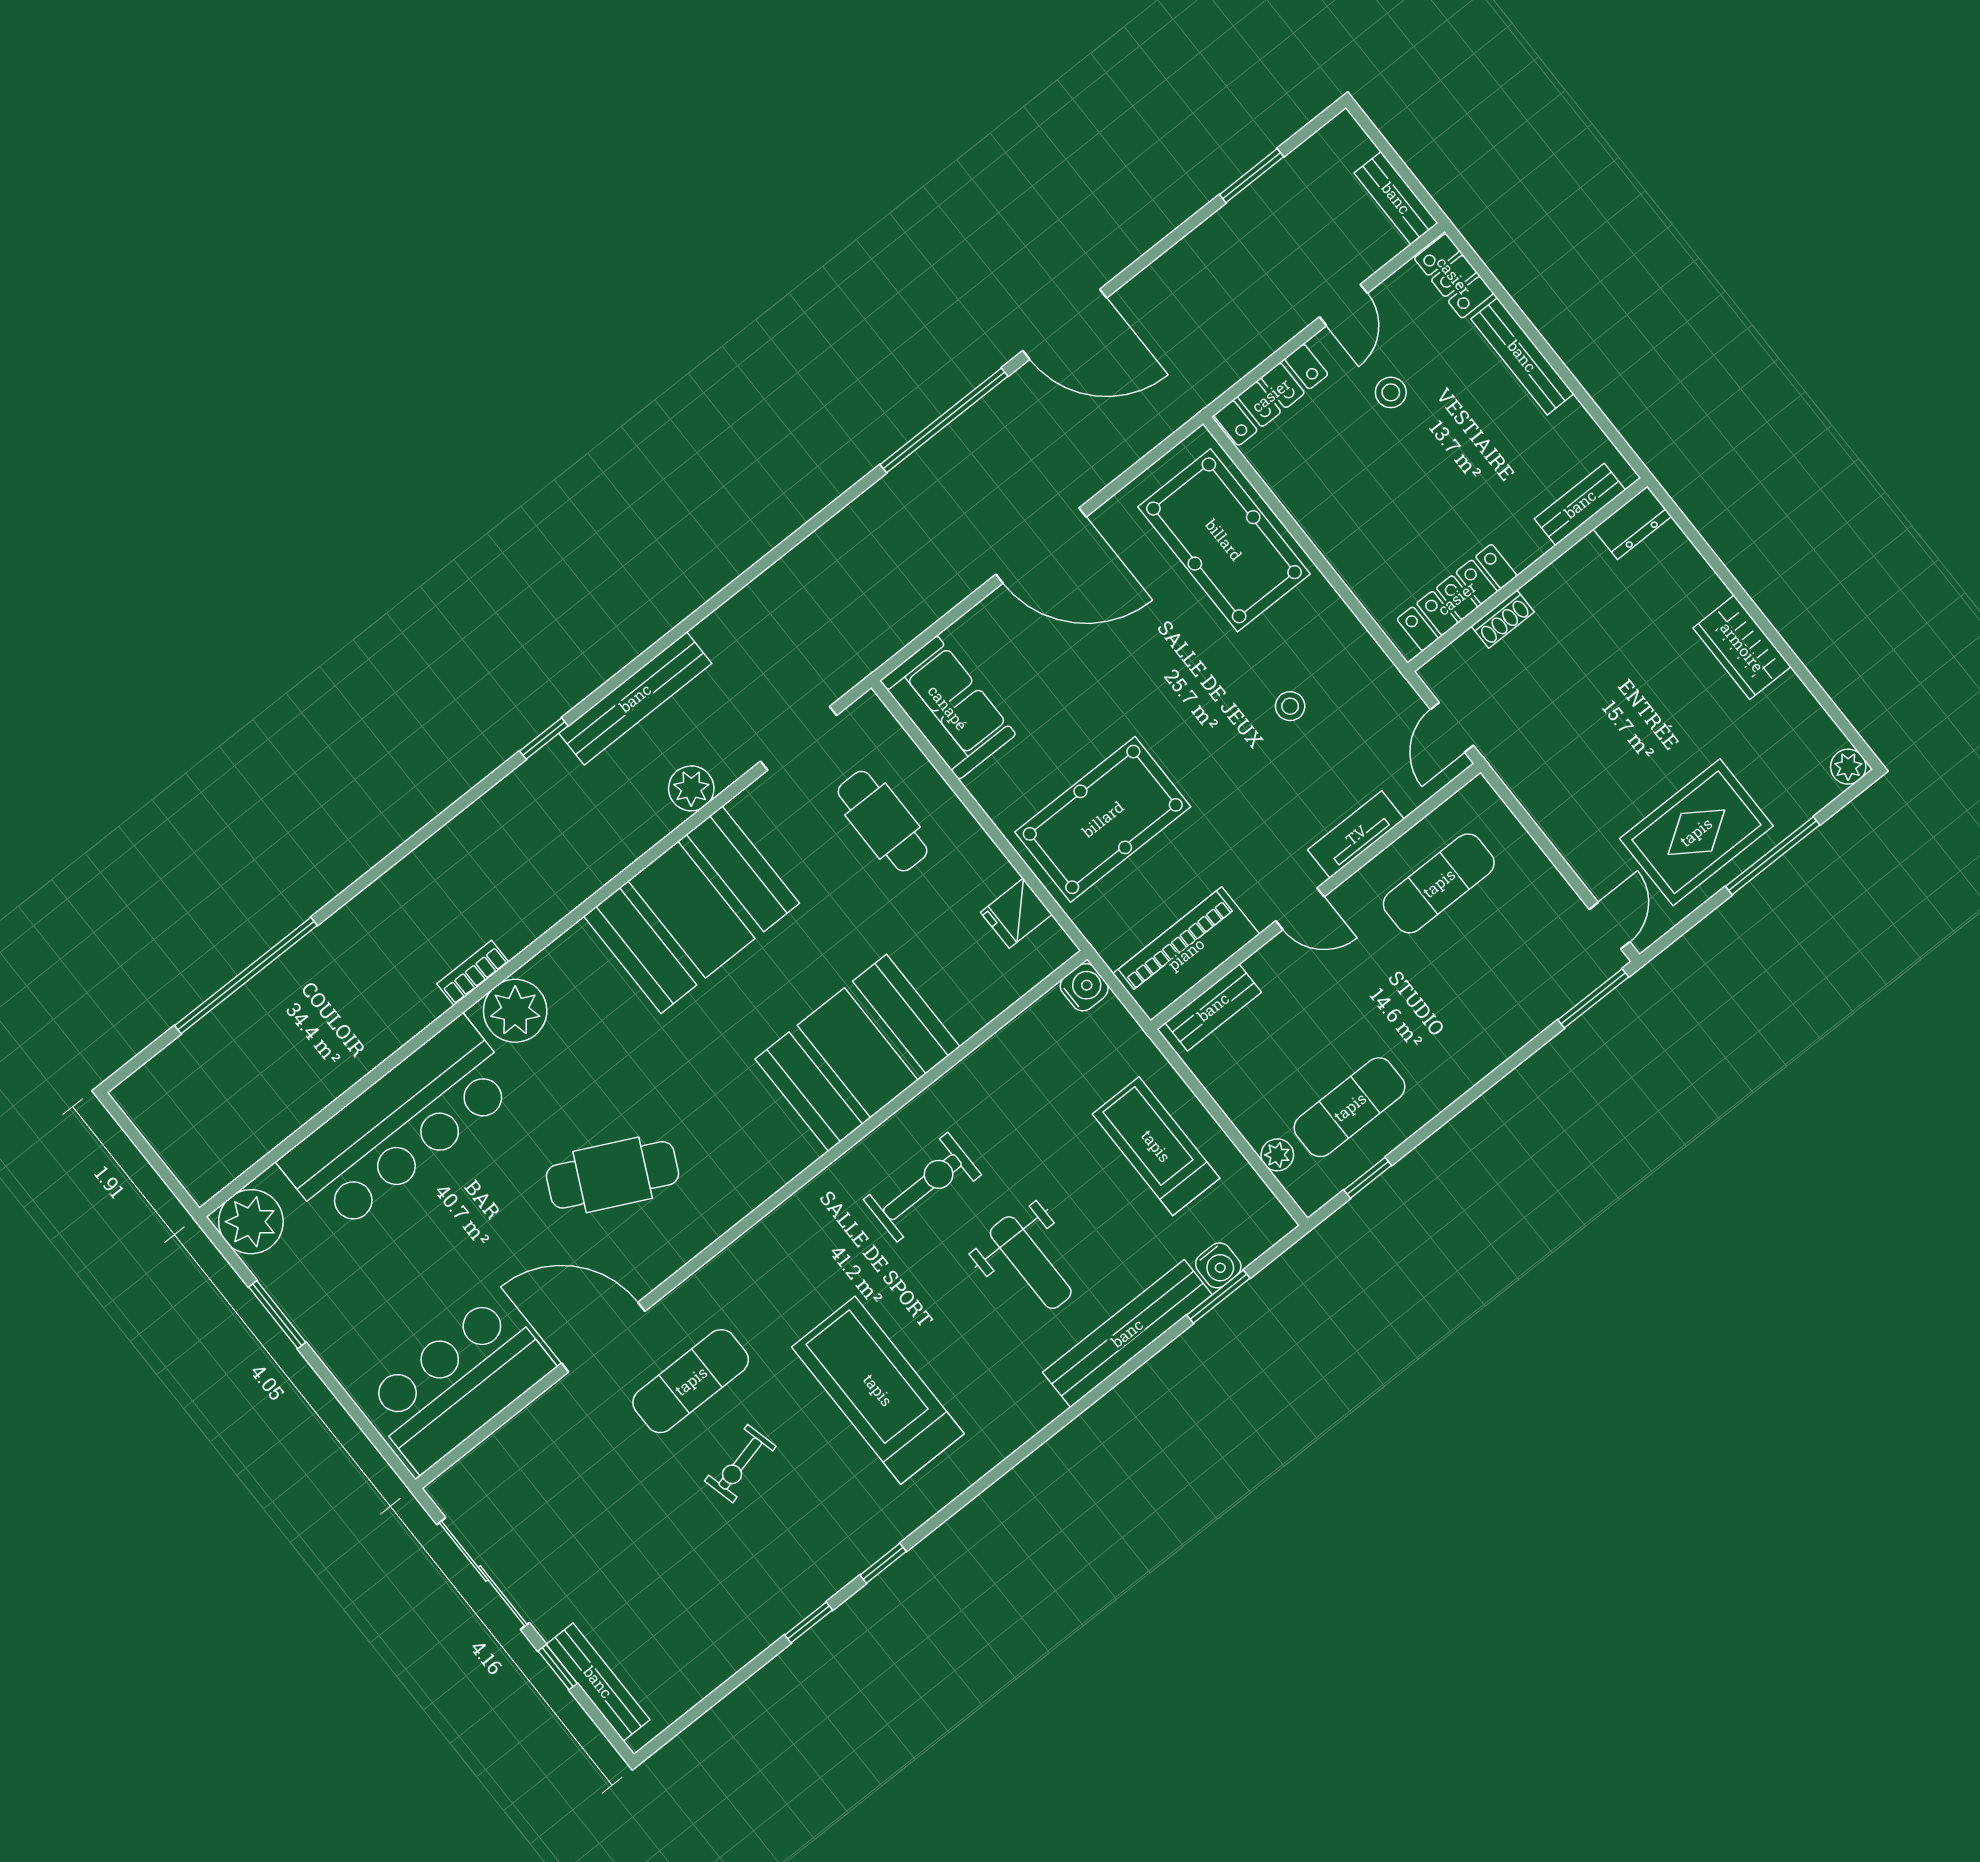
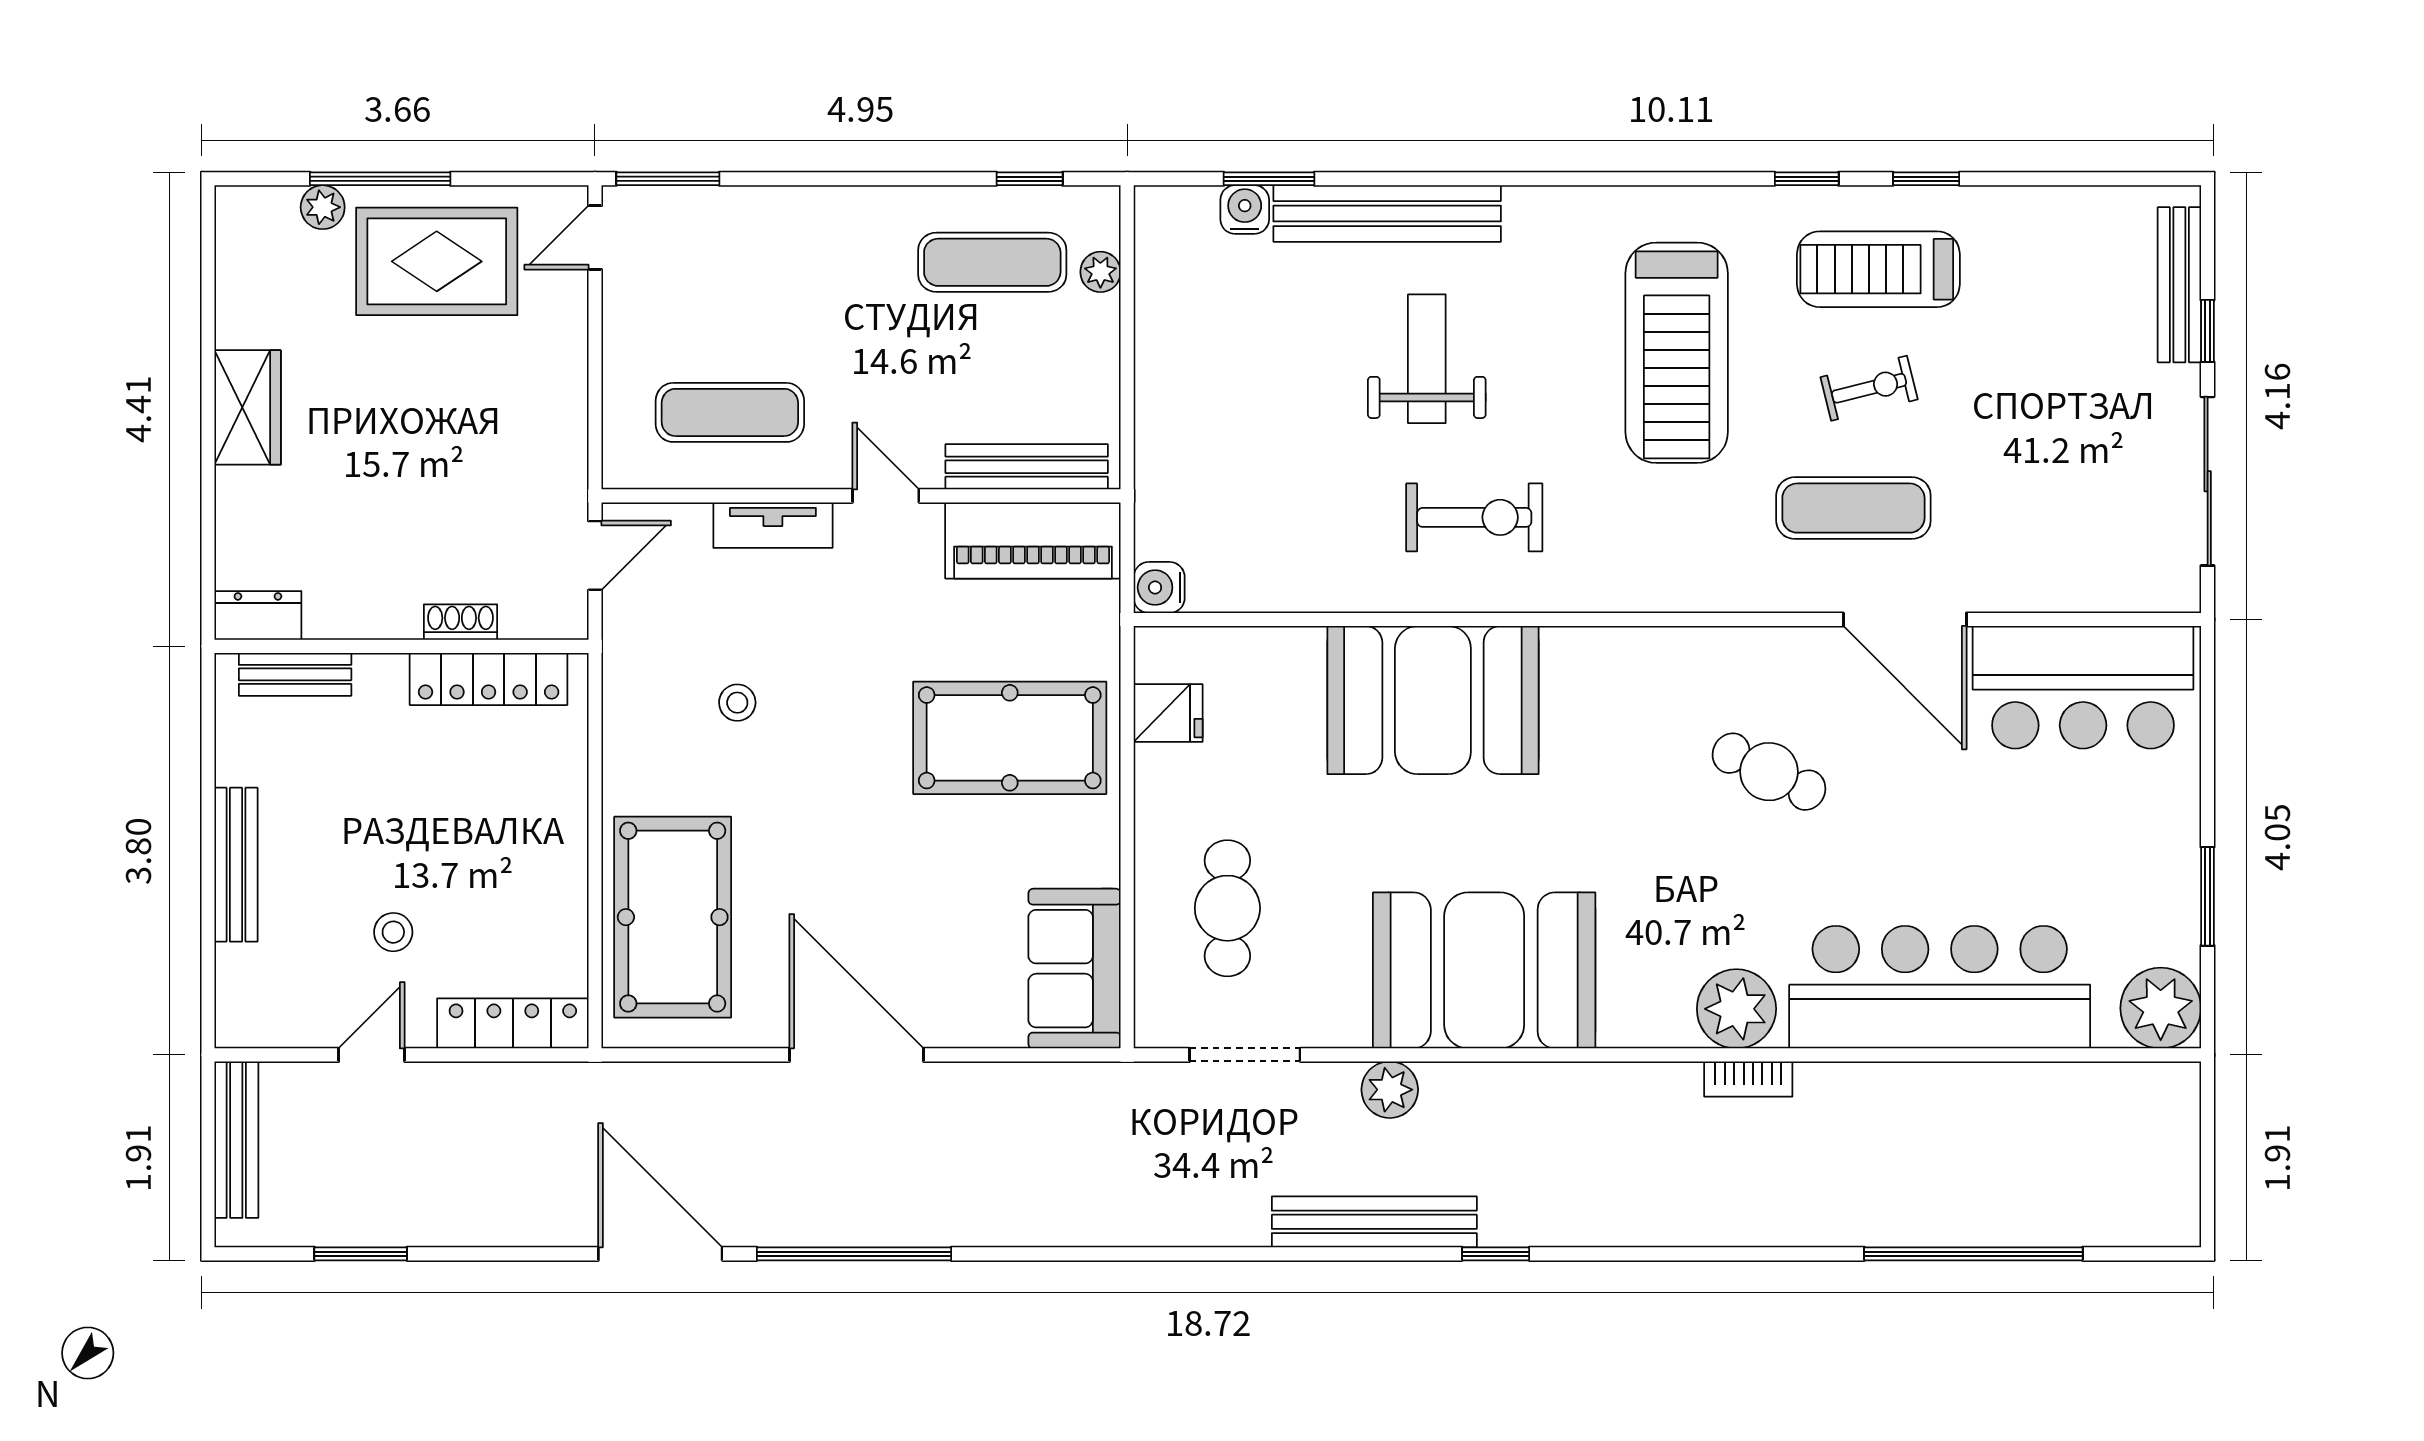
bench: (1396, 198) -> (236, 1140), width x1.36
locker: (1454, 276) -> (240, 997), removed
plant: (1848, 767) -> (323, 207), moved
bench: (1213, 1007) -> (1027, 467), width x1.36
treadmill: (1156, 1146) -> (1878, 269), moved, turned 90
cafe table: (613, 1175) -> (1769, 772), width x0.73, depth x0.74
exercise bike: (922, 1187) -> (1474, 517), turned 180

